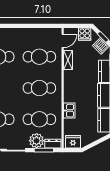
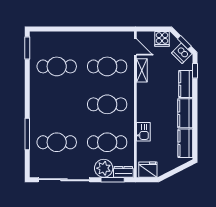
door: (63, 41) -> (135, 47), hinge flipped

